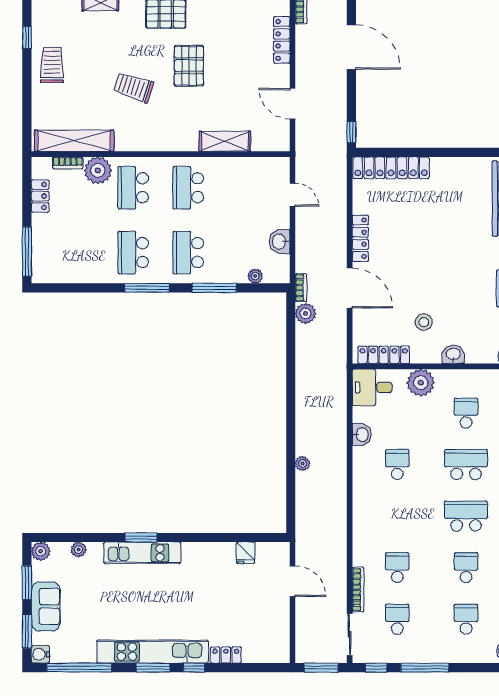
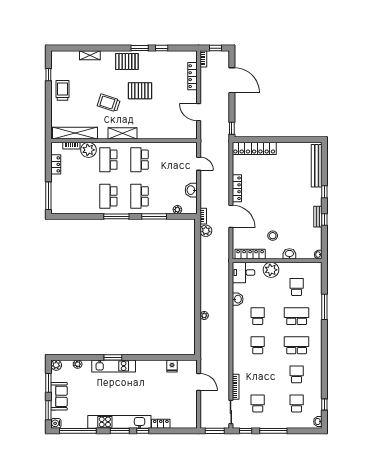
pallet: (189, 66) -> (140, 91), turned 90
shelving: (225, 141) -> (123, 133), moved
school desk: (397, 568) -> (258, 345), moved

